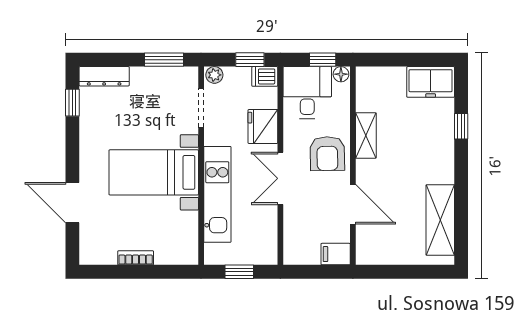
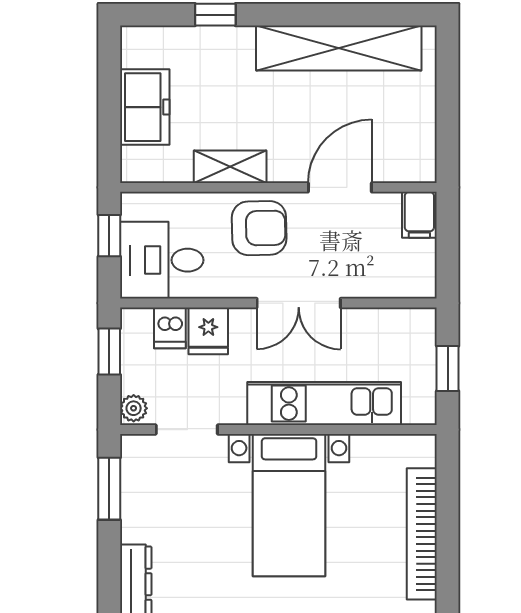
floor lamp: (341, 74) -> (132, 206), removed
dishwasher: (265, 76) -> (170, 328), moved
freezer: (431, 82) -> (145, 107), moved
fridge: (263, 127) -> (208, 331), width x0.72
shelving: (440, 220) -> (339, 48), width x1.47
bookcase: (136, 258) -> (422, 534), width x2.31, depth x1.31

